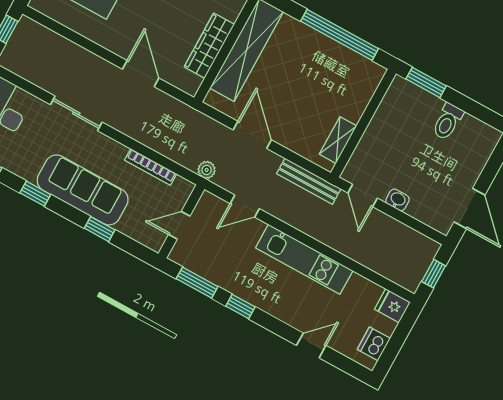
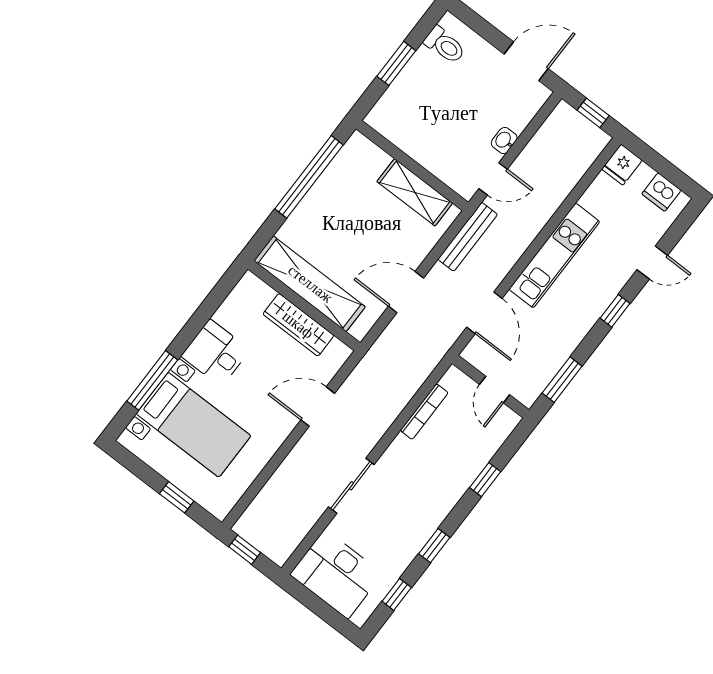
window: (426, 82) -> (396, 63), moved
toilet: (448, 122) -> (445, 45), moved
shelving: (338, 140) -> (415, 192), width x1.50, depth x1.33
plant: (207, 170) -> (437, 349), removed
sofa: (83, 190) -> (438, 492), removed
door: (245, 206) -> (484, 313), width x1.38
window: (240, 307) -> (615, 311), moved
door: (311, 345) -> (652, 263), swing flipped

